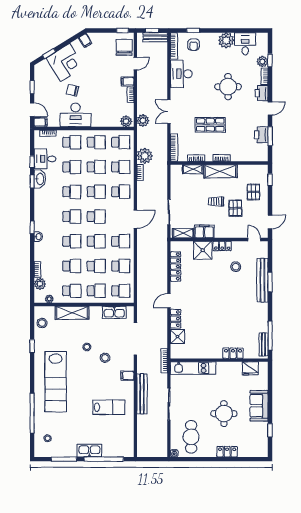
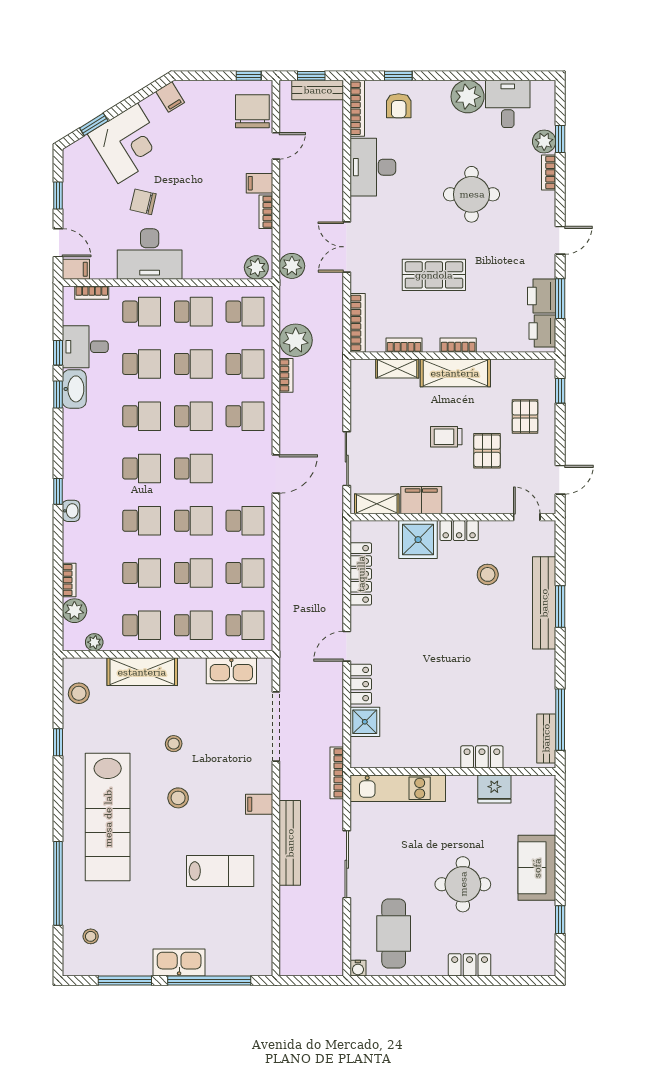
printer: (262, 93) -> (542, 331), moved
stool: (105, 358) -> (178, 798), moved
fridge: (250, 368) -> (494, 789), moved

